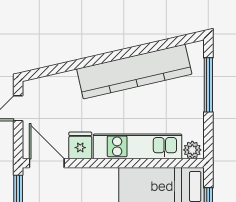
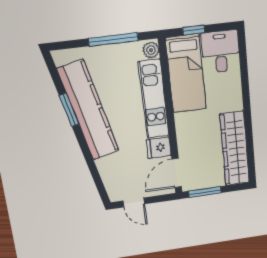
window: (137, 50) -> (69, 110), added
window: (208, 85) -> (113, 39), moved

